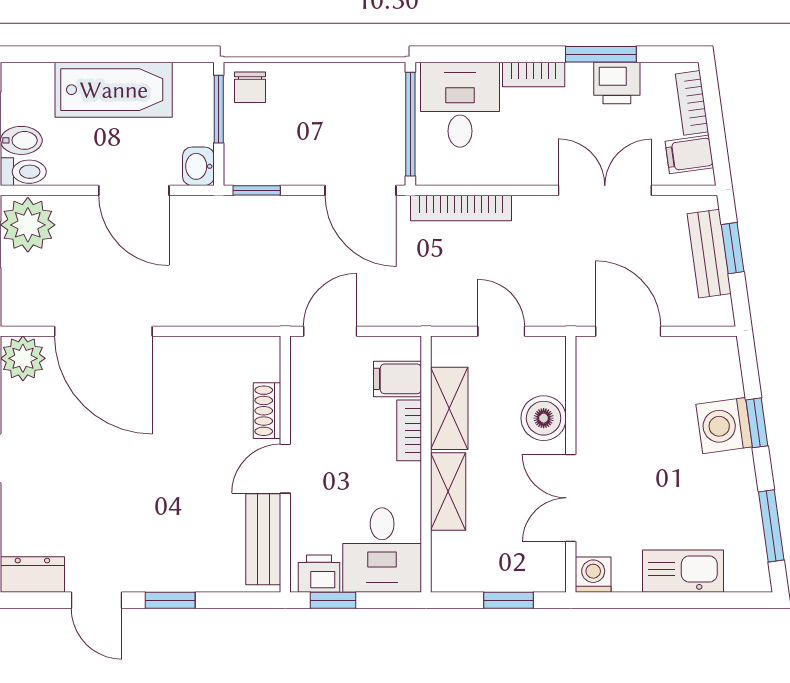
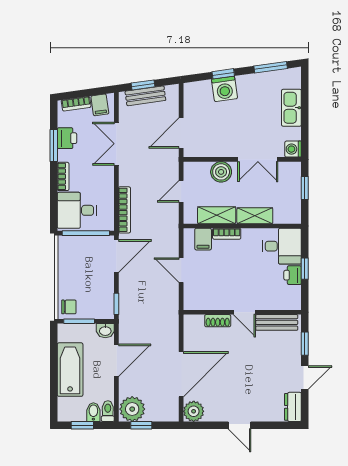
shoe rack: (267, 411) -> (218, 321), moved
wall: (285, 464) -> (242, 312), moved
door: (285, 469) -> (244, 312), moved
bench: (263, 539) -> (277, 322), moved

